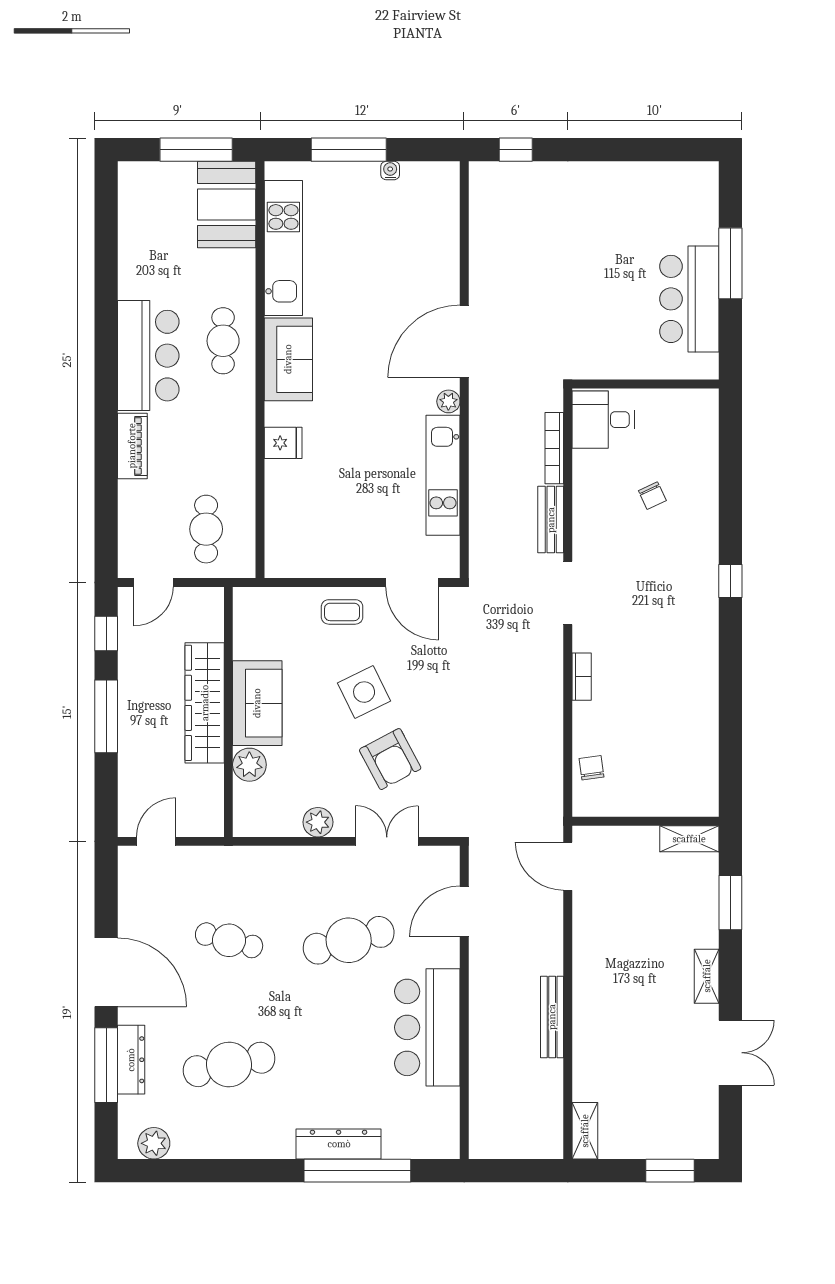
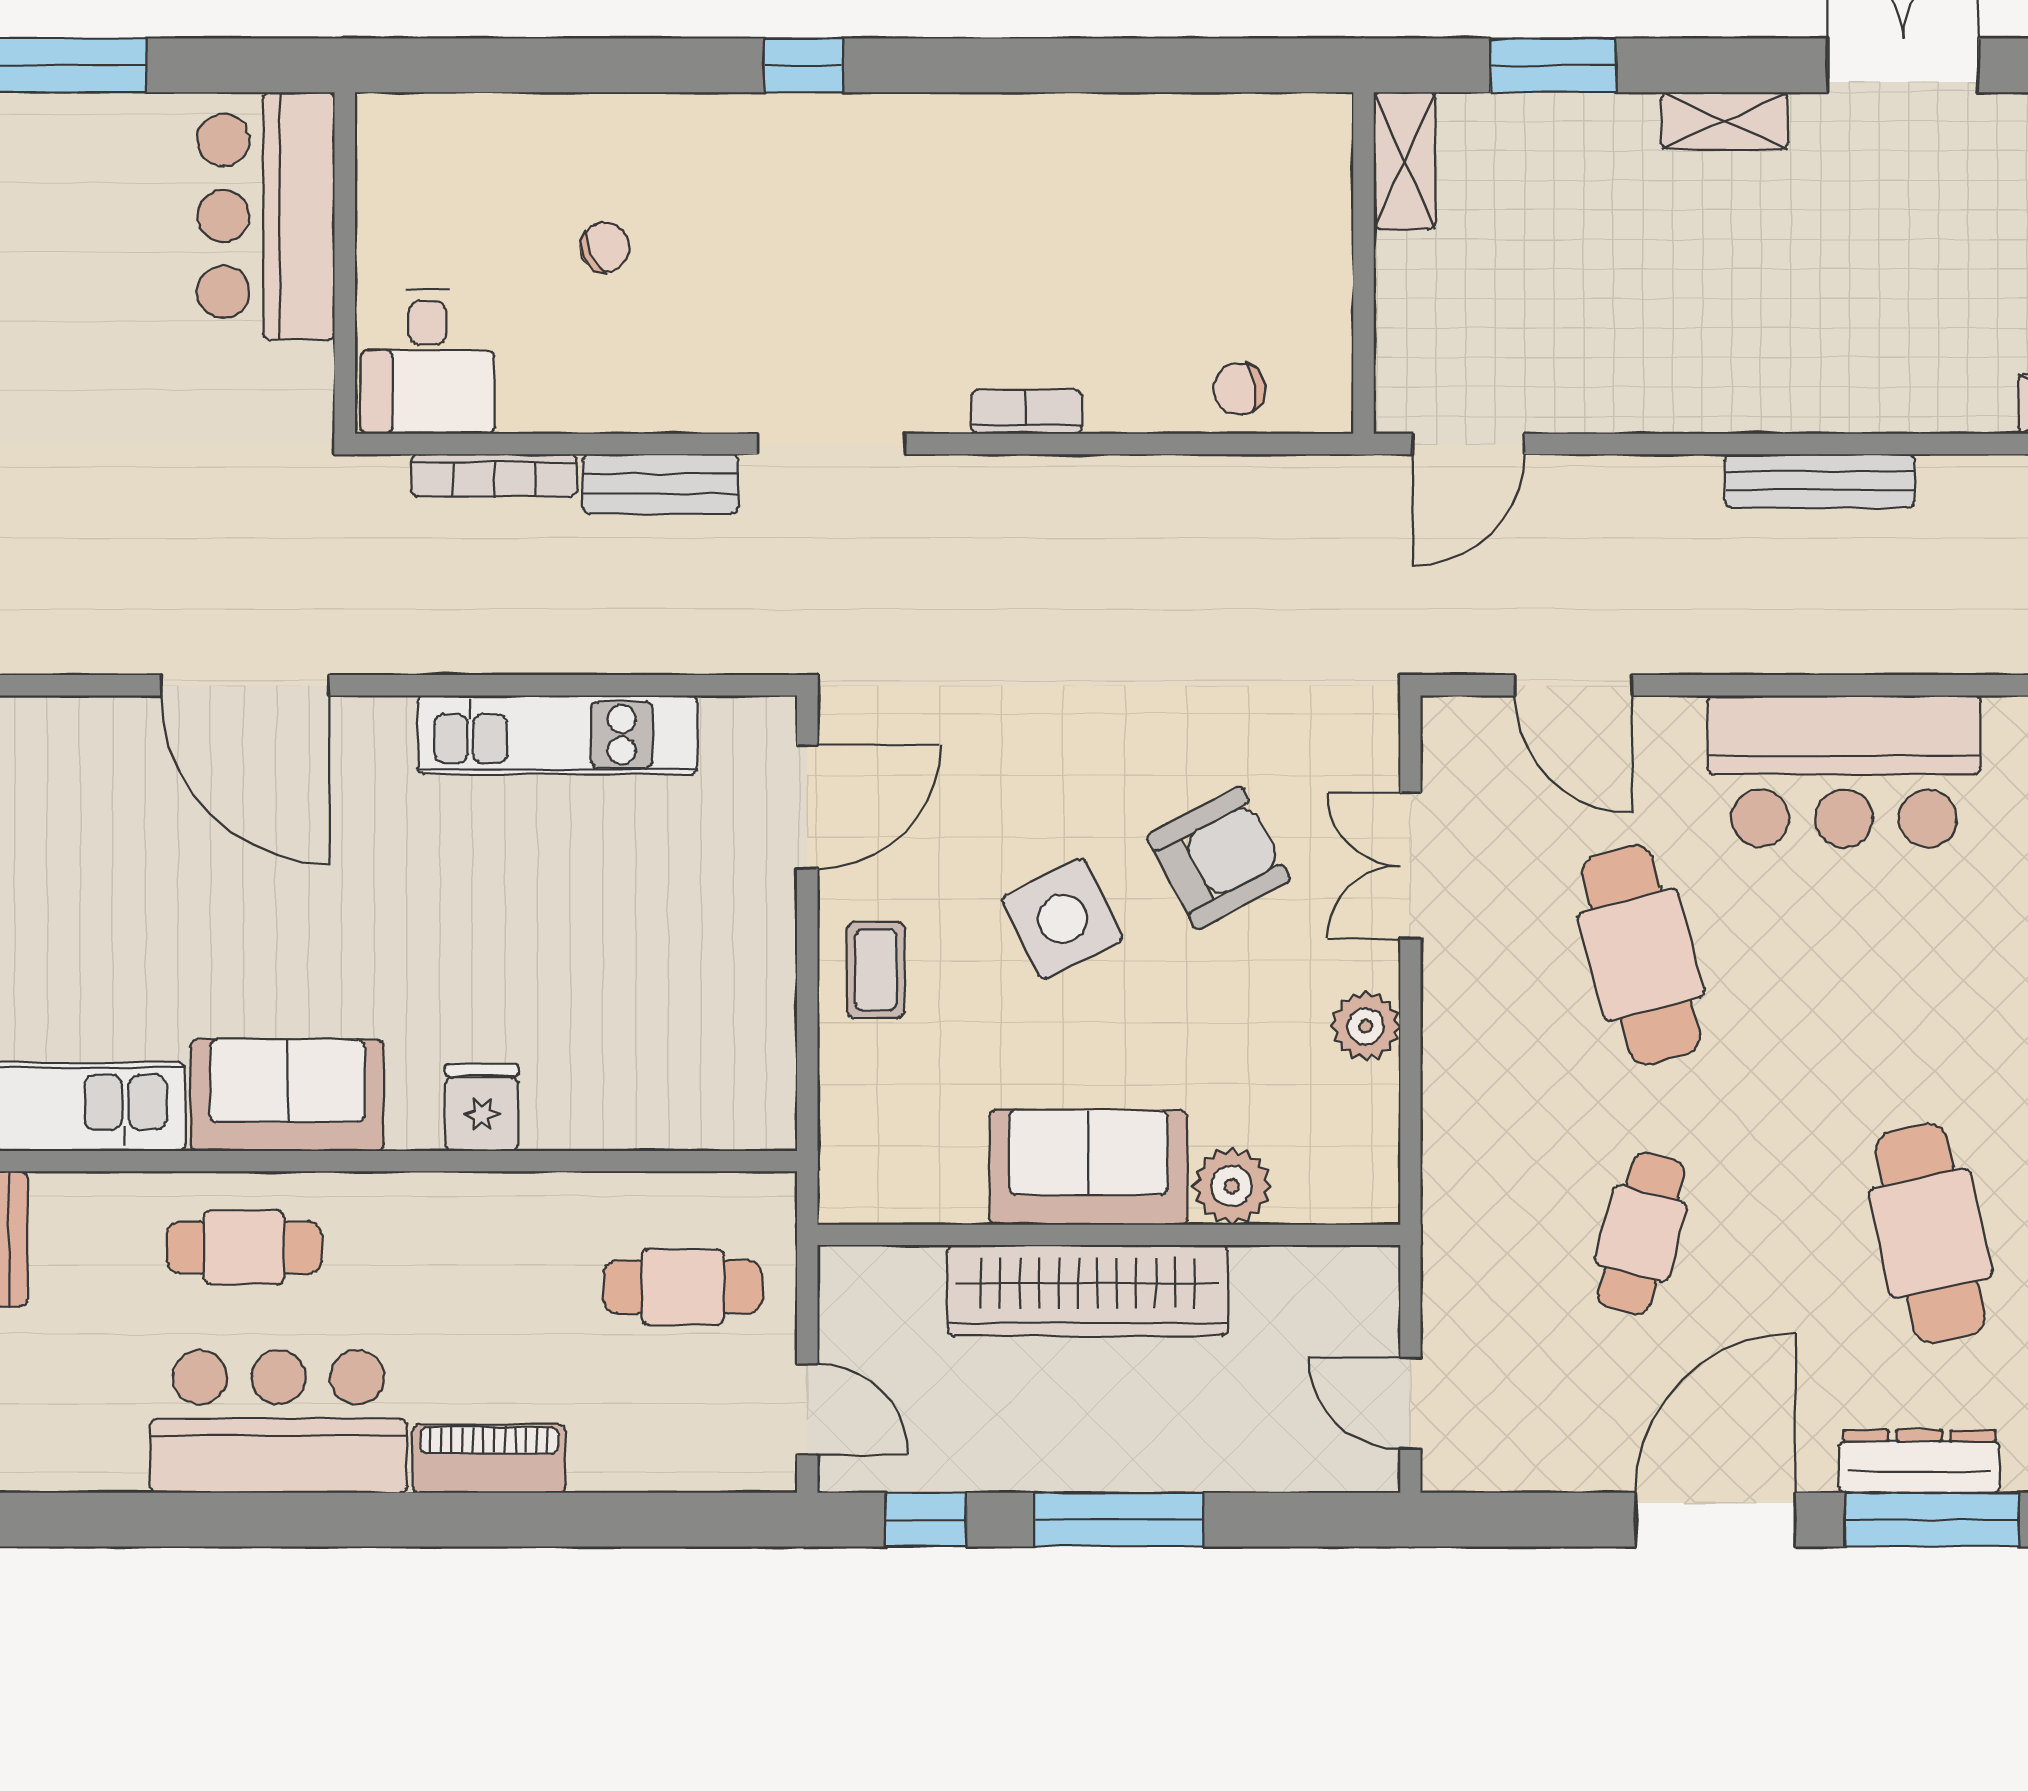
bar counter: (689, 299) -> (266, 216), moved, turned 90
plant: (448, 401) -> (385, 722), removed

